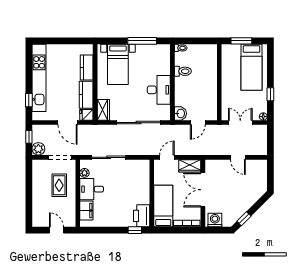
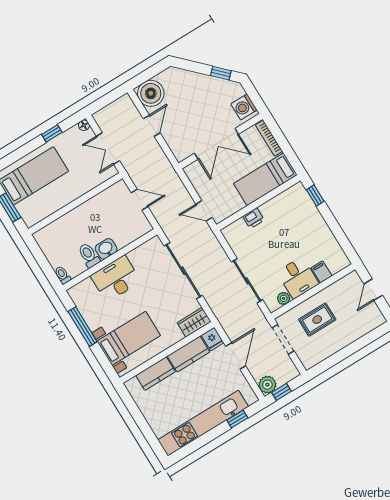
desk: (159, 90) -> (116, 279), moved
washbasin: (180, 113) -> (106, 249), moved
plant: (38, 149) -> (267, 385), moved
wardrobe: (190, 166) -> (197, 177), removed
boiler: (258, 169) -> (151, 93), added
filing cabinet: (86, 210) -> (322, 272), width x0.50
printer: (142, 216) -> (254, 218), moved, width x0.53, depth x0.68

